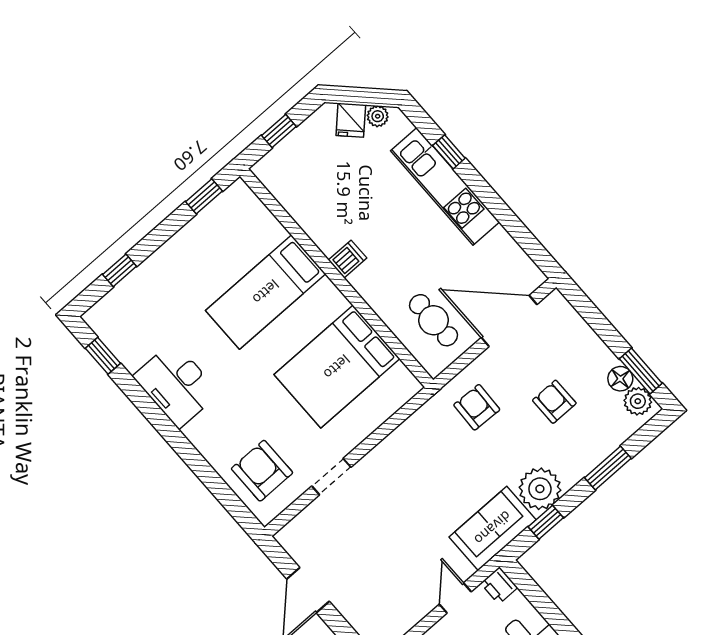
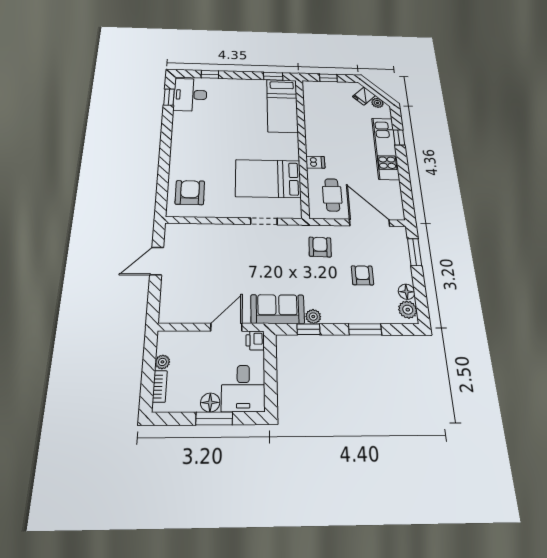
dishwasher: (348, 259) -> (315, 162), moved
bed: (266, 292) -> (282, 106), moved, turned -90
window: (641, 371) -> (415, 252), moved
desk: (176, 385) -> (190, 95), moved
doorway: (331, 477) -> (264, 221), moved
plant: (540, 489) -> (313, 317), width x0.53, depth x0.53
door: (455, 598) -> (226, 327), width x1.37

